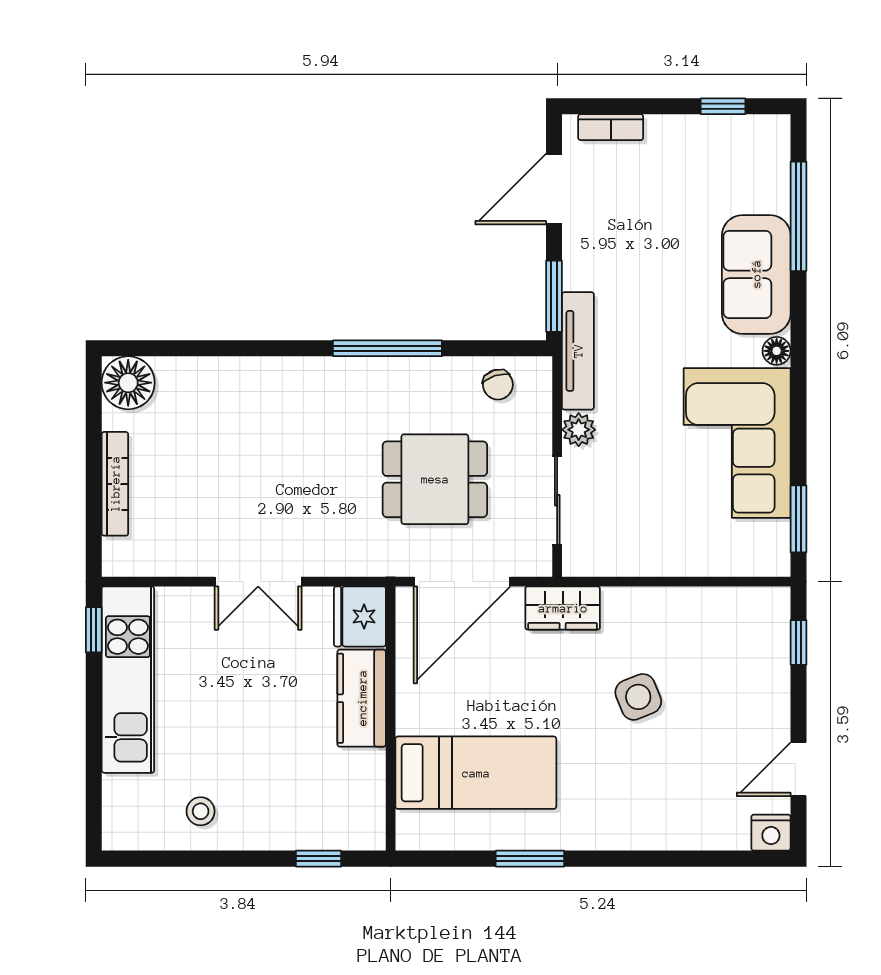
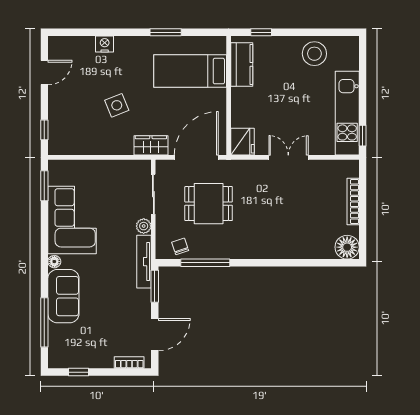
window: (387, 348) -> (205, 263), moved
kitchen counter: (362, 698) -> (242, 64), moved
stool: (201, 811) -> (314, 54), width x1.89, depth x1.89
nightstand: (771, 833) -> (105, 44), moved

